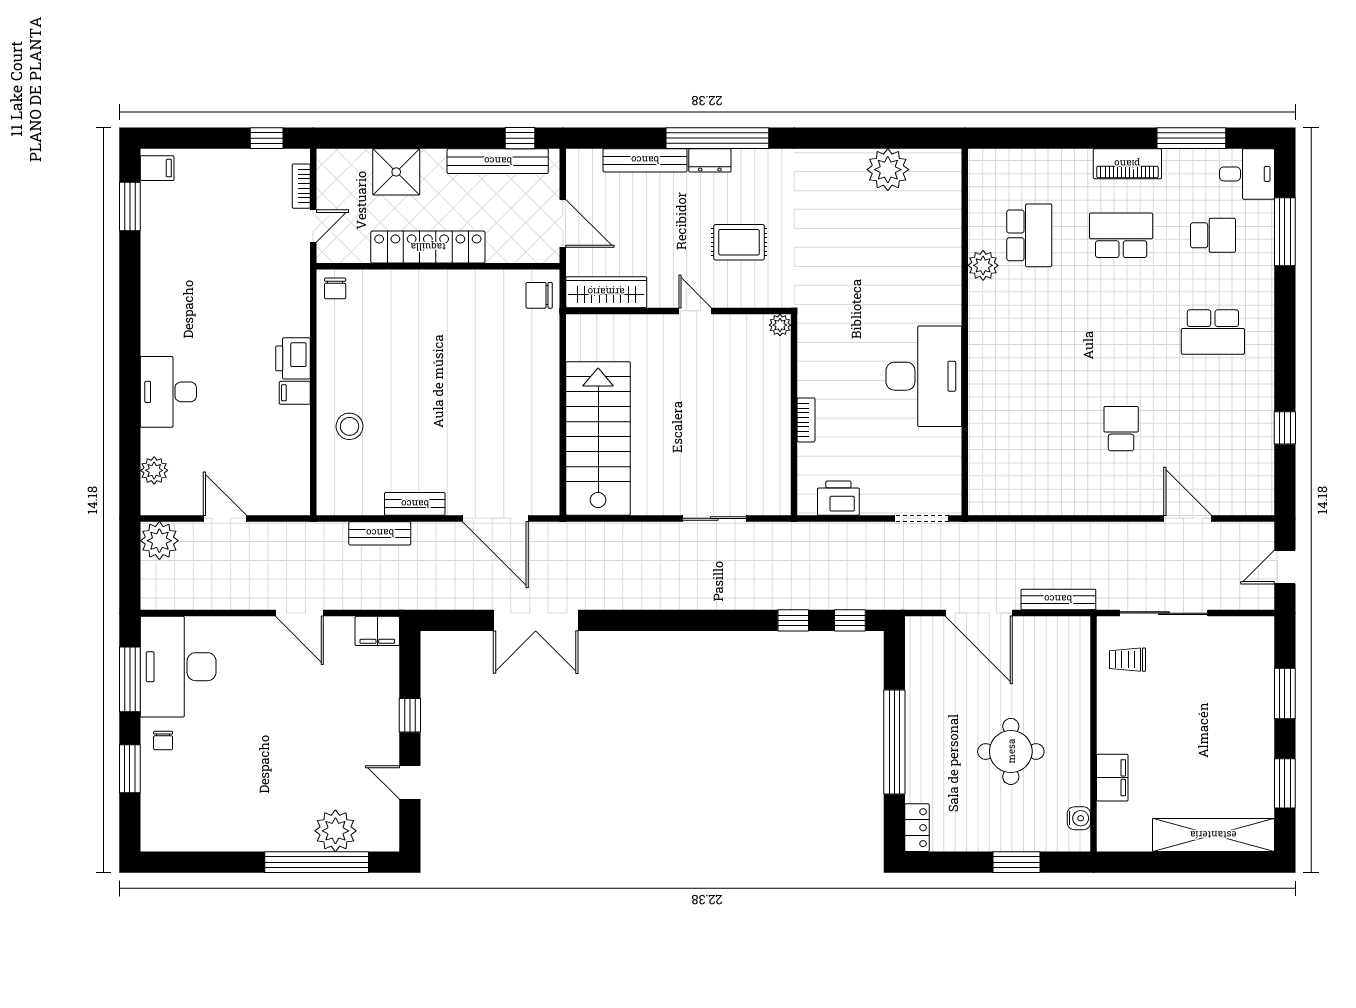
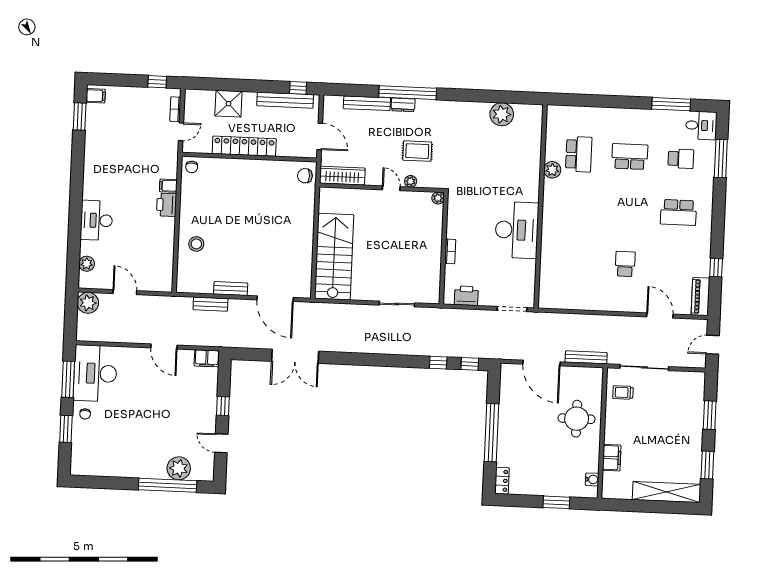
piano: (1127, 164) -> (700, 297), moved, turned 90
plant: (729, 297) -> (411, 181), added
filing cabinet: (295, 393) -> (168, 186), moved
round table: (1011, 751) -> (577, 419), moved

